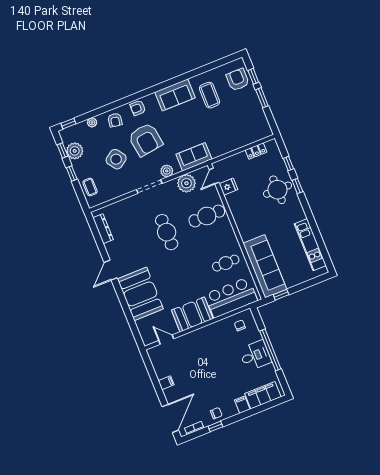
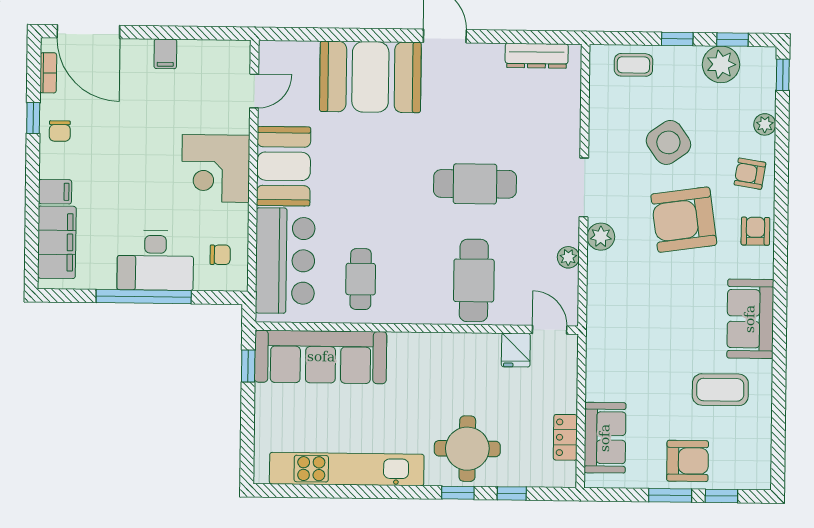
armchair: (238, 80) -> (688, 461), moved
sofa: (194, 157) -> (605, 438), moved
plant: (186, 183) -> (568, 257), width x0.53, depth x0.53
kitchen unit: (310, 245) -> (347, 469), width x1.36
corner desk: (205, 342) -> (216, 168), added
desk: (255, 356) -> (155, 260), width x1.37

